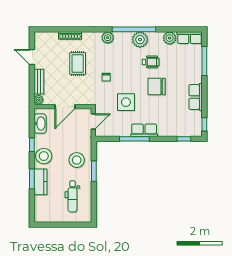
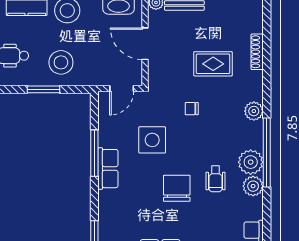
plant: (170, 38) -> (253, 186), moved
door: (93, 122) -> (122, 88), hinge flipped

